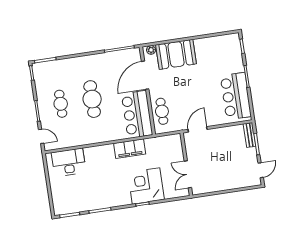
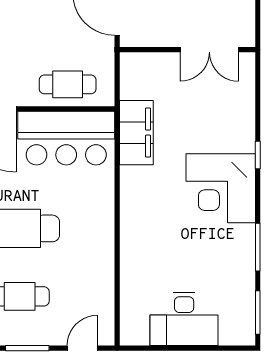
filing cabinet: (130, 149) -> (136, 133), moved
desk: (69, 162) -> (184, 319), moved, turned -90
corner desk: (146, 186) -> (221, 188), moved

